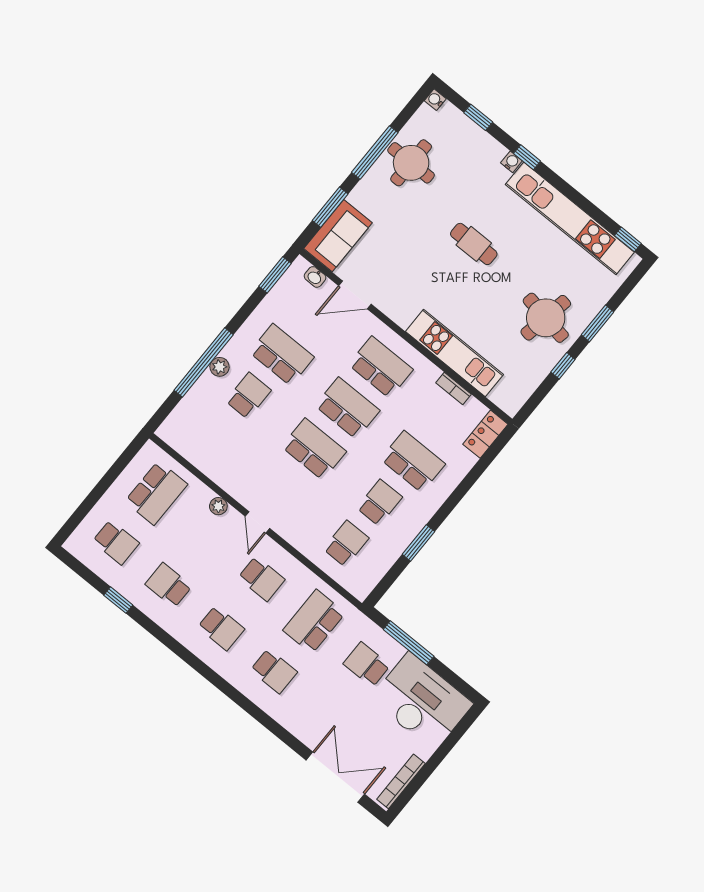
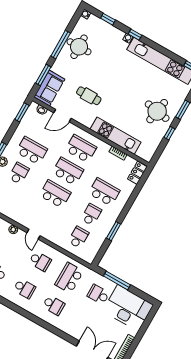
cafe table: (474, 244) -> (89, 96), moved

